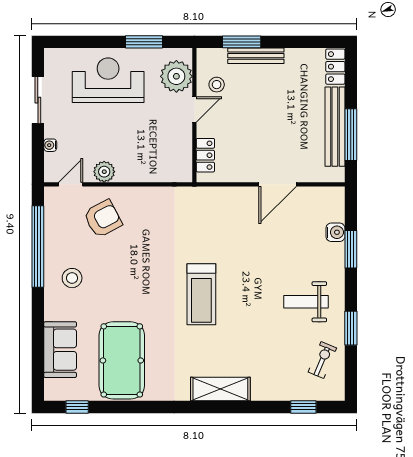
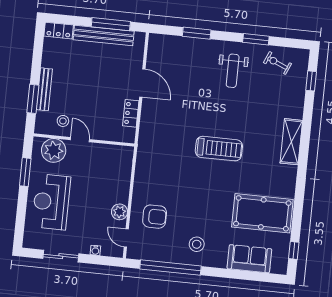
locker: (205, 155) -> (131, 113), moved, turned -90
armchair: (103, 219) -> (155, 217), turned 118
water cooler: (335, 232) -> (183, 43), removed

